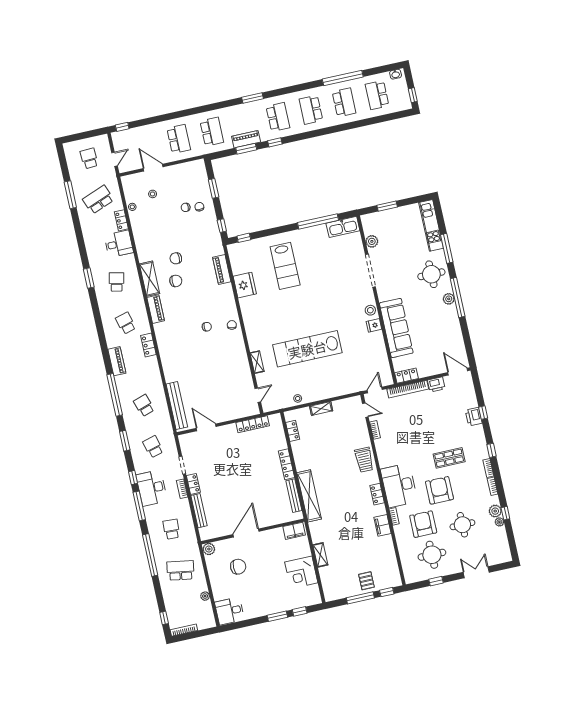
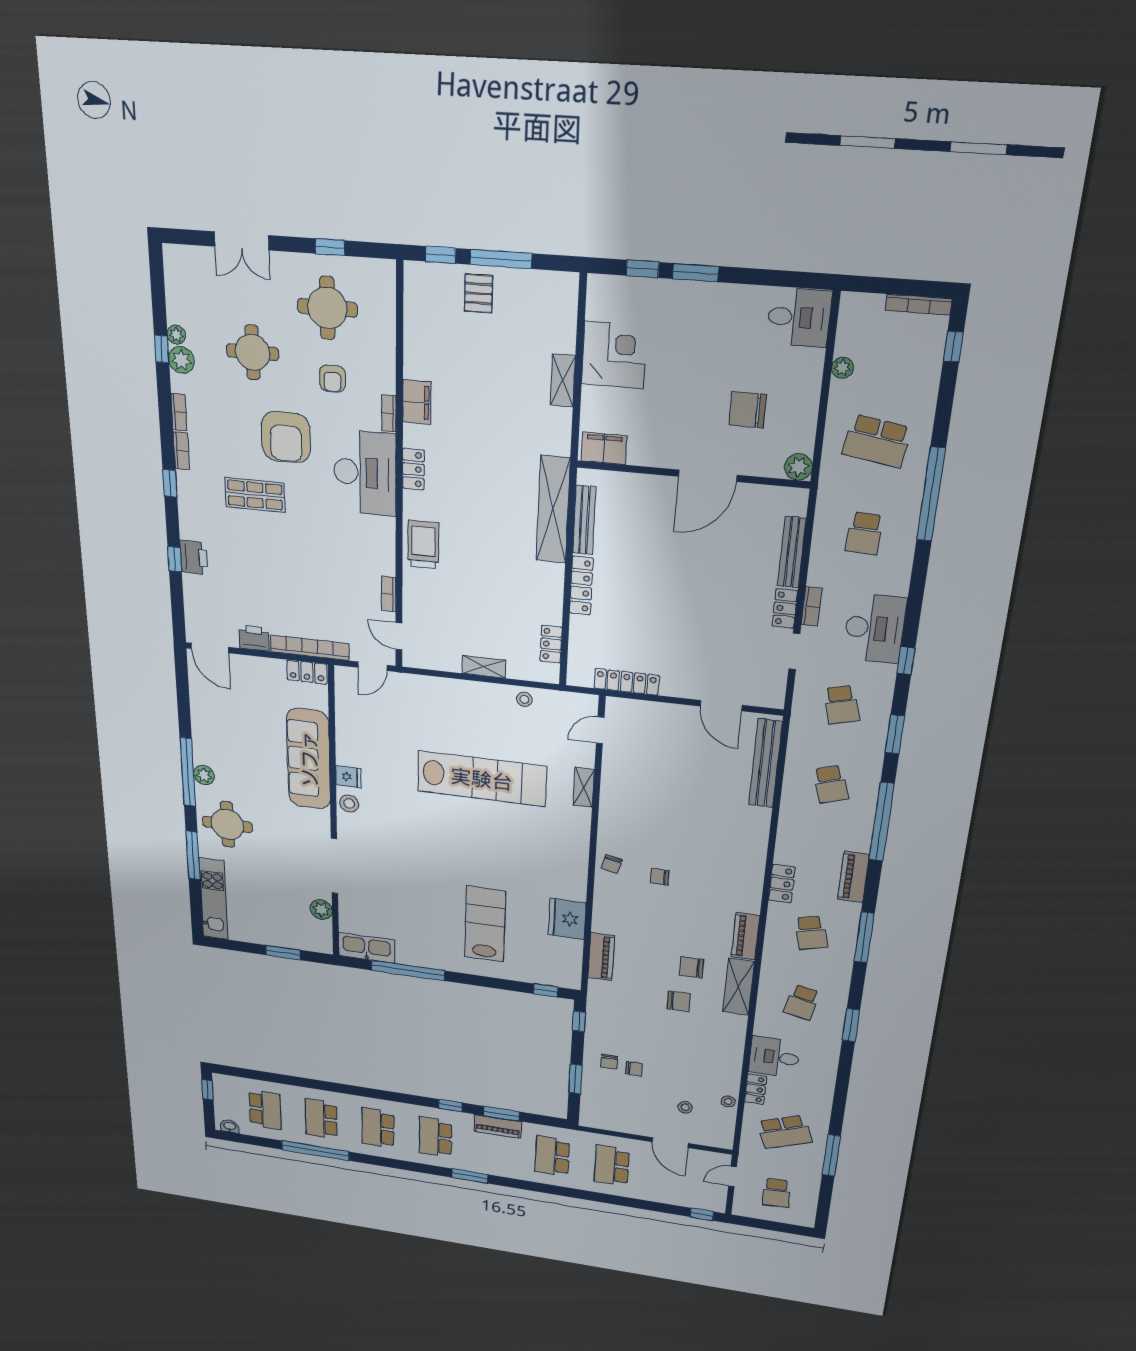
school desk: (311, 110) -> (378, 1128), turned 180
window: (139, 506) -> (864, 937), moved
armchair: (423, 524) -> (332, 379), width x0.53, depth x0.53

